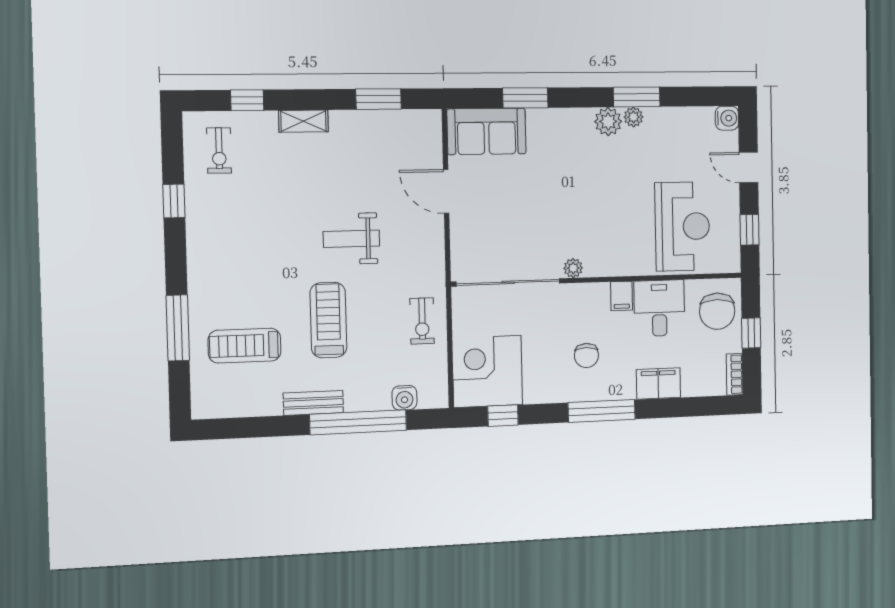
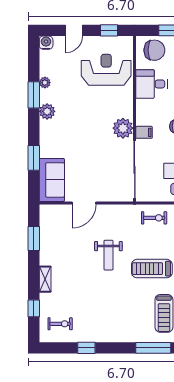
plant: (633, 117) -> (45, 83), moved
plant: (573, 268) -> (123, 128), width x1.87, depth x1.87
filing cabinet: (622, 296) -> (144, 132), moved

